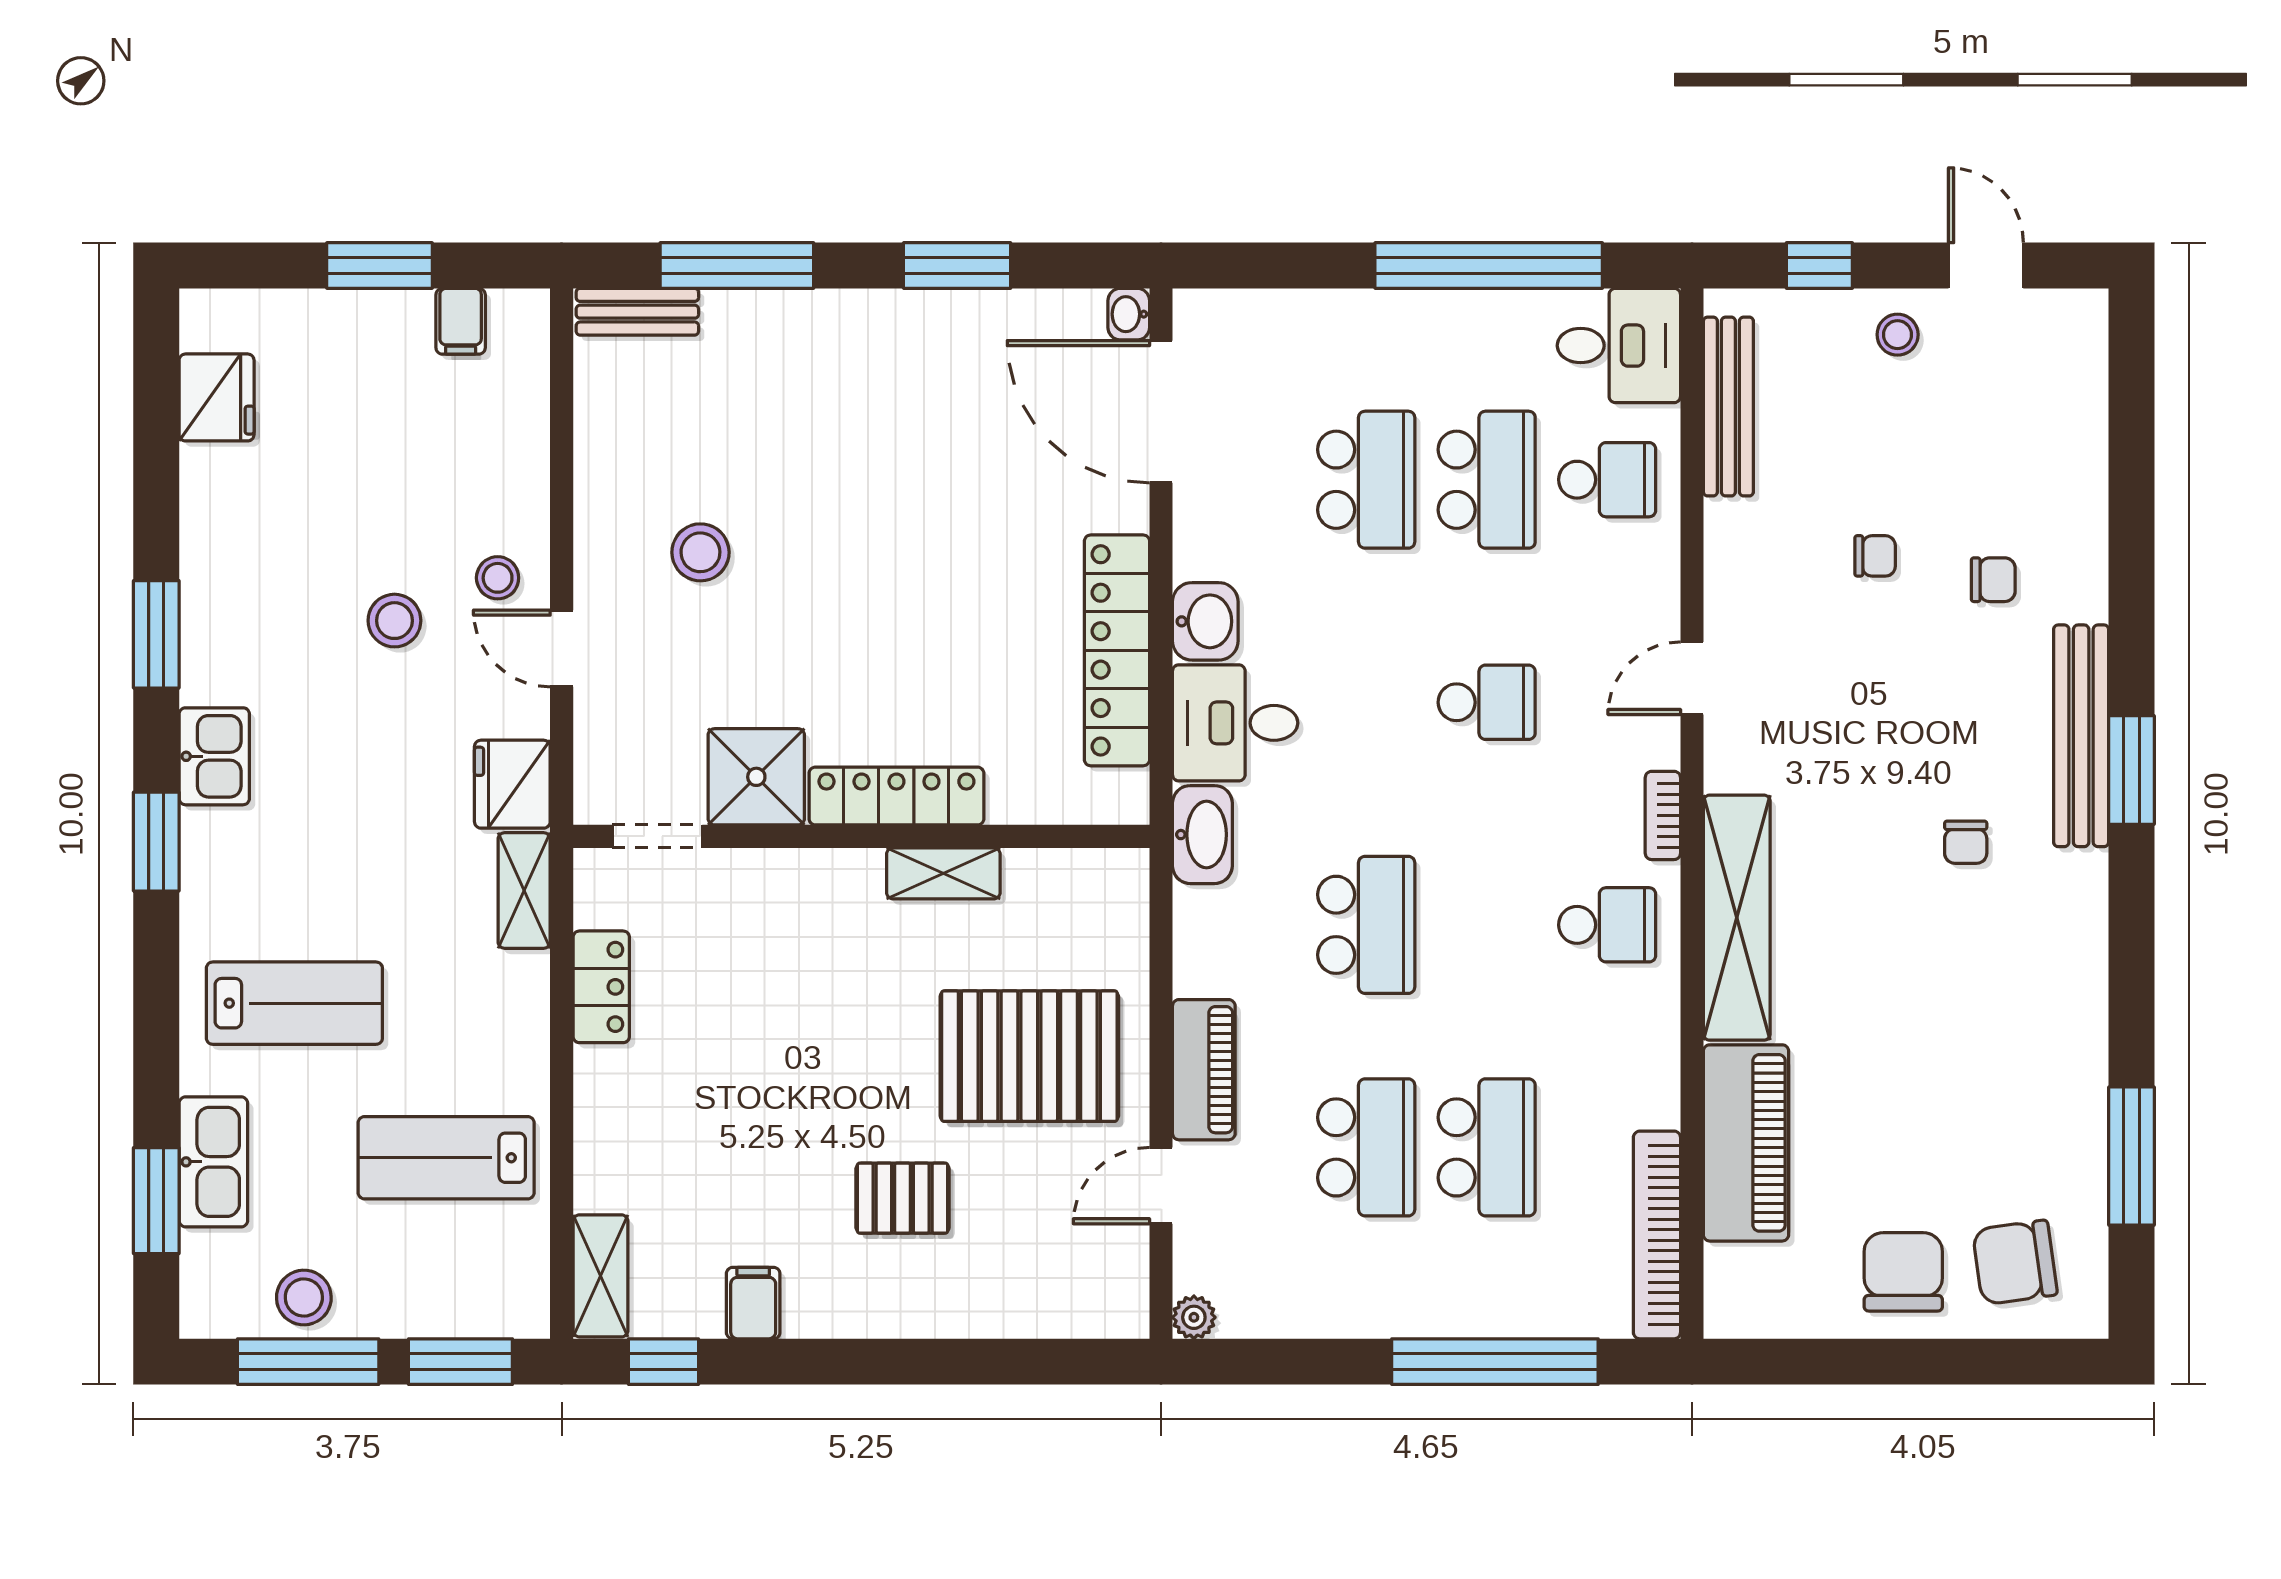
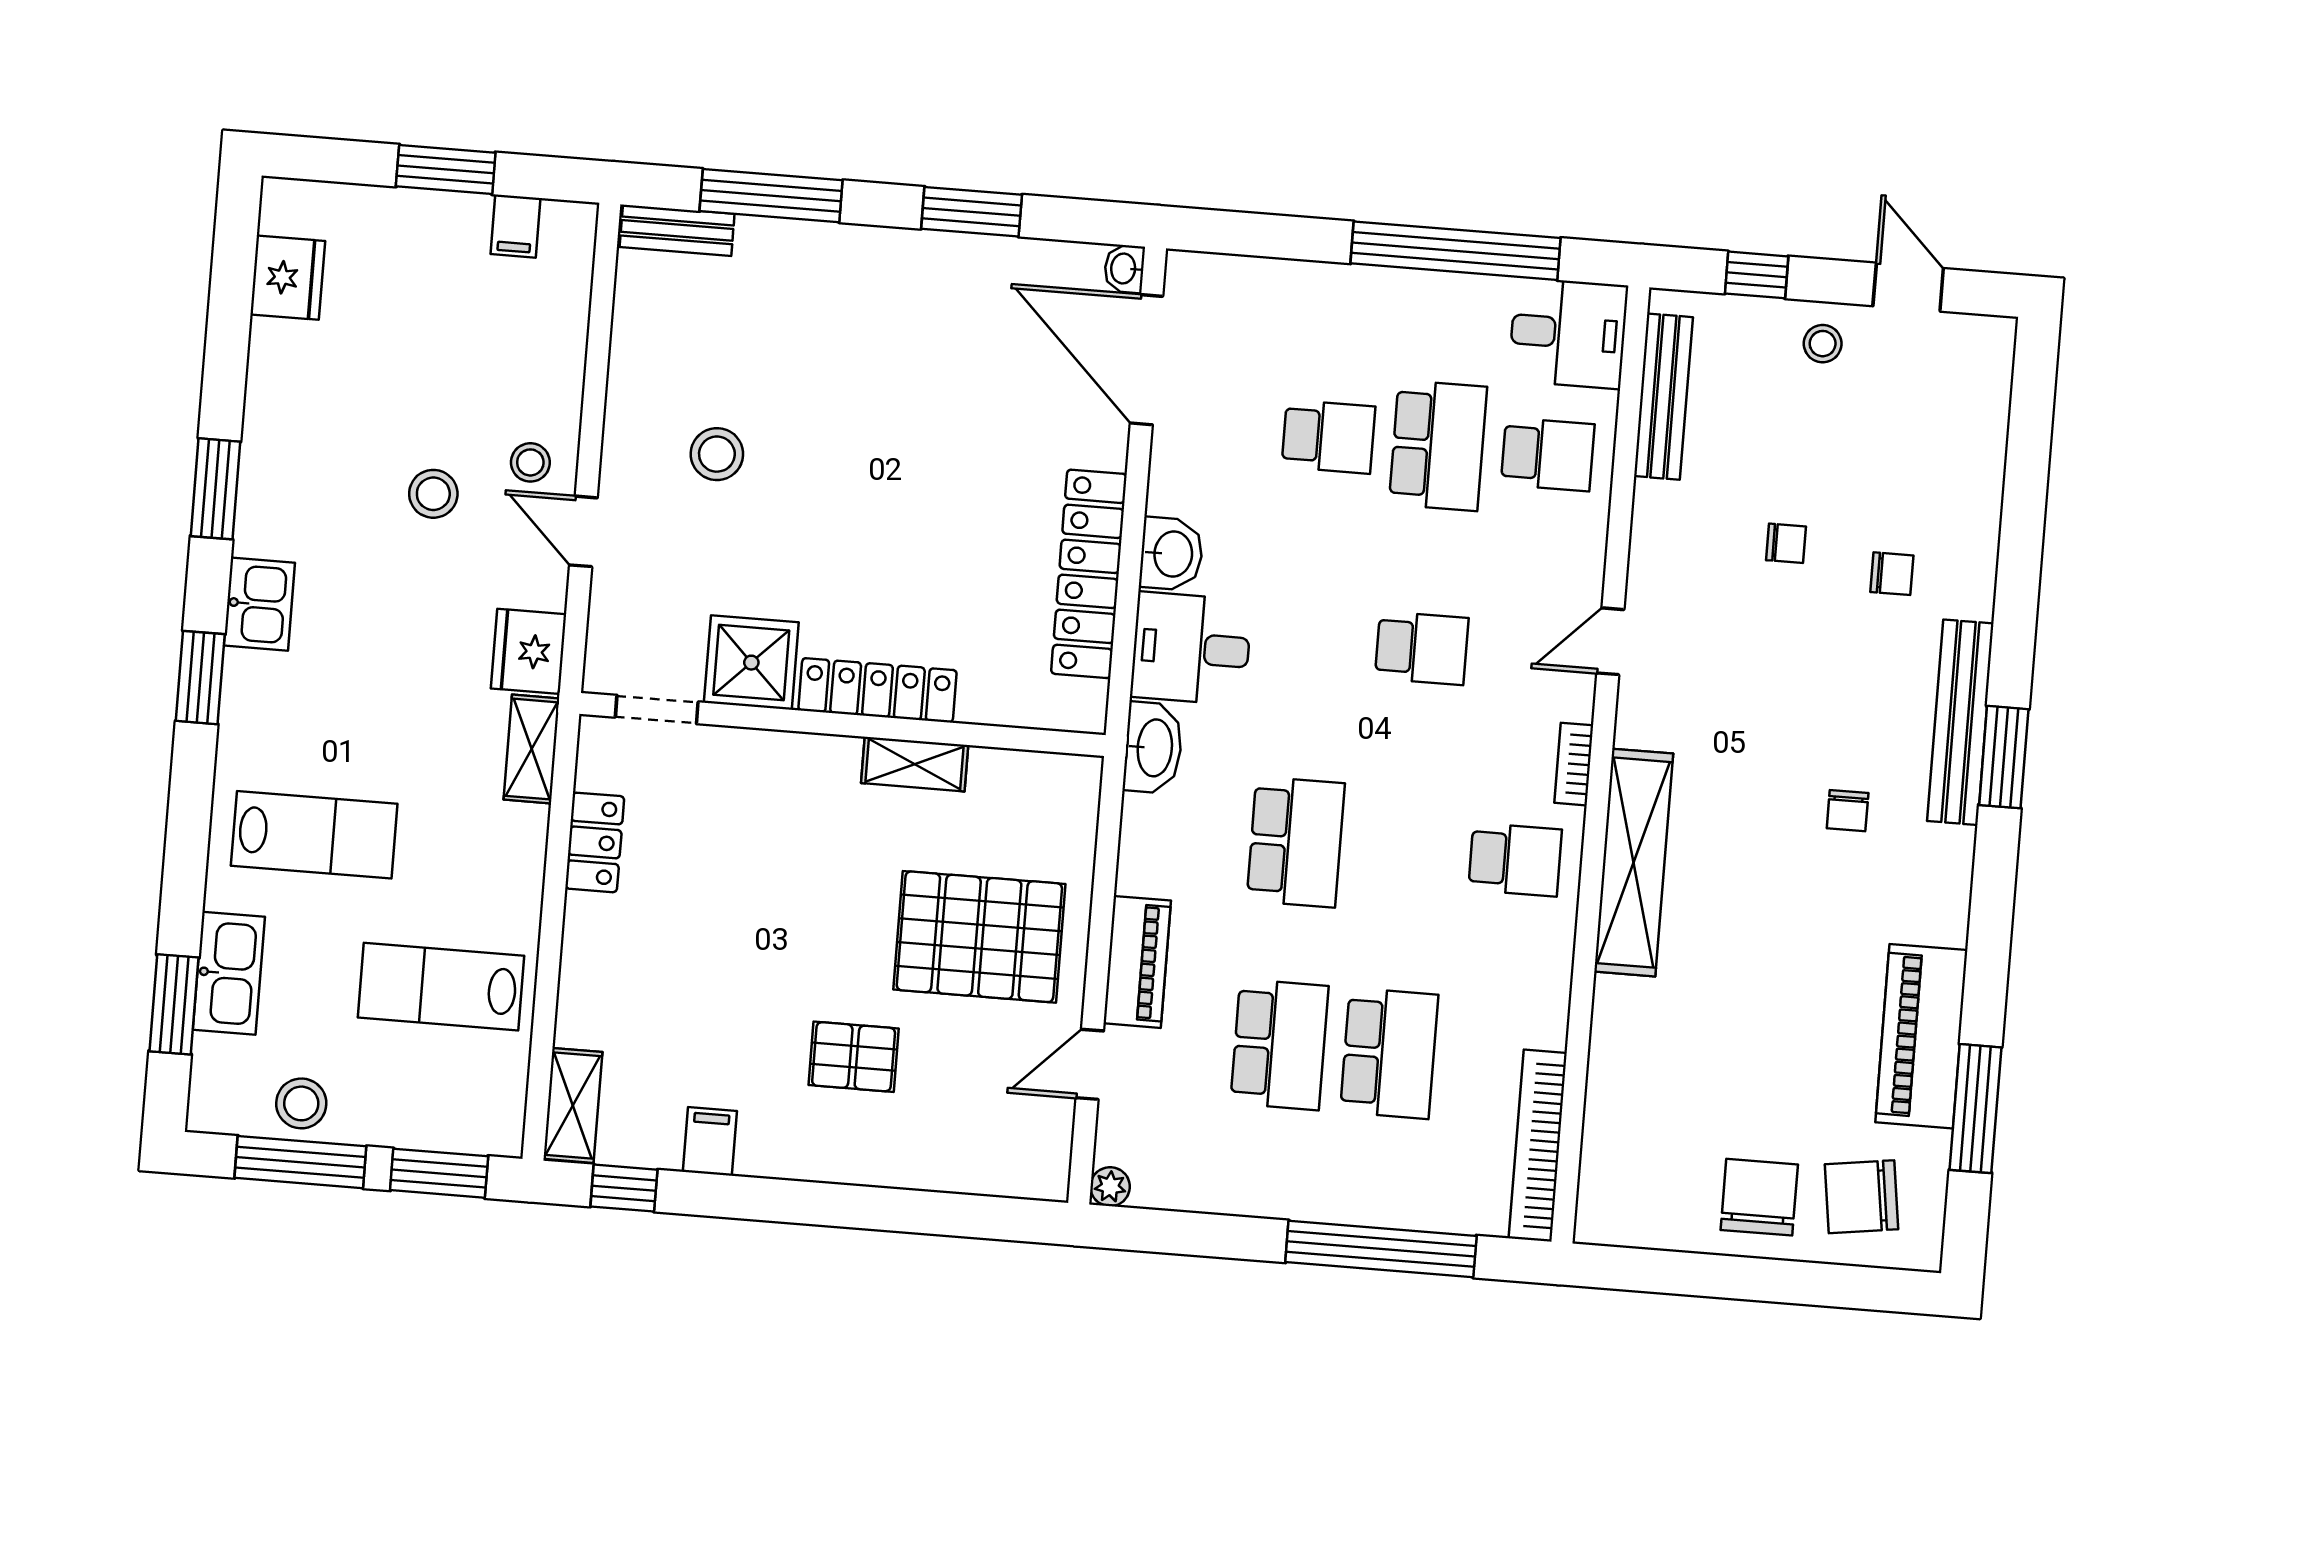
school desk: (1366, 480) -> (1328, 437), width x0.54
piano: (1746, 1143) -> (1921, 1036), moved, turned 180

